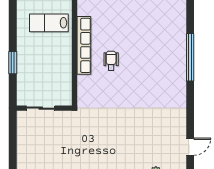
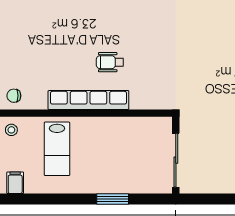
sliding door: (41, 108) -> (176, 160), width x1.37

